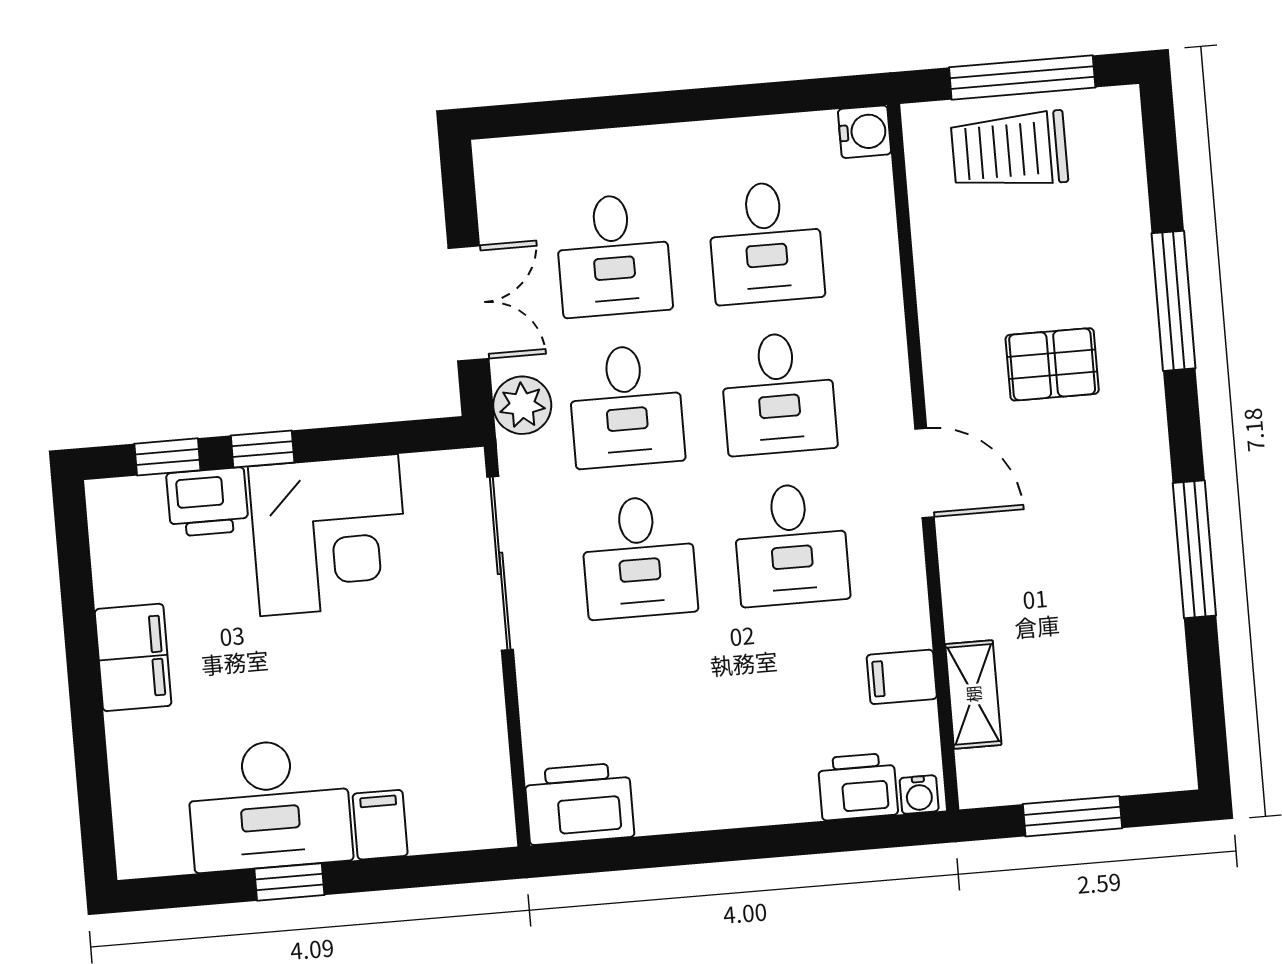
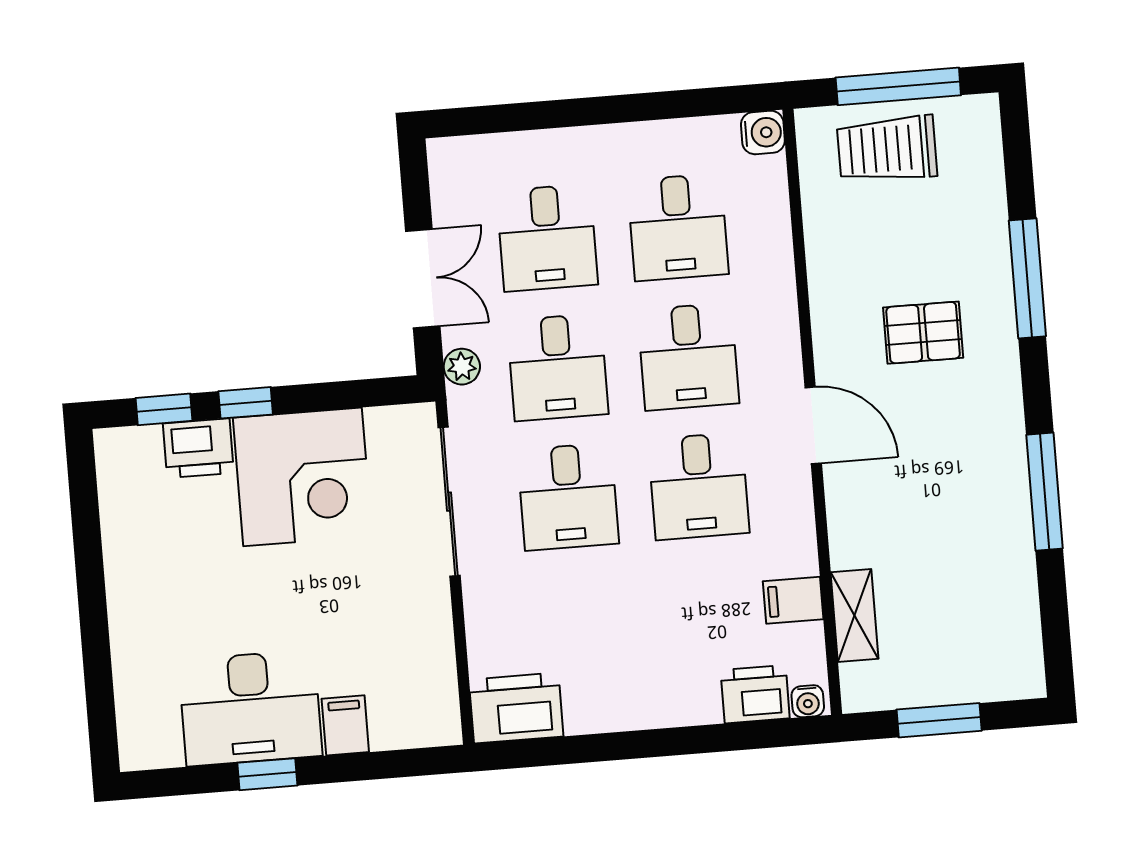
plant: (522, 405) -> (462, 367), width x0.73, depth x0.73
filing cabinet: (133, 657) -> (134, 581), removed

